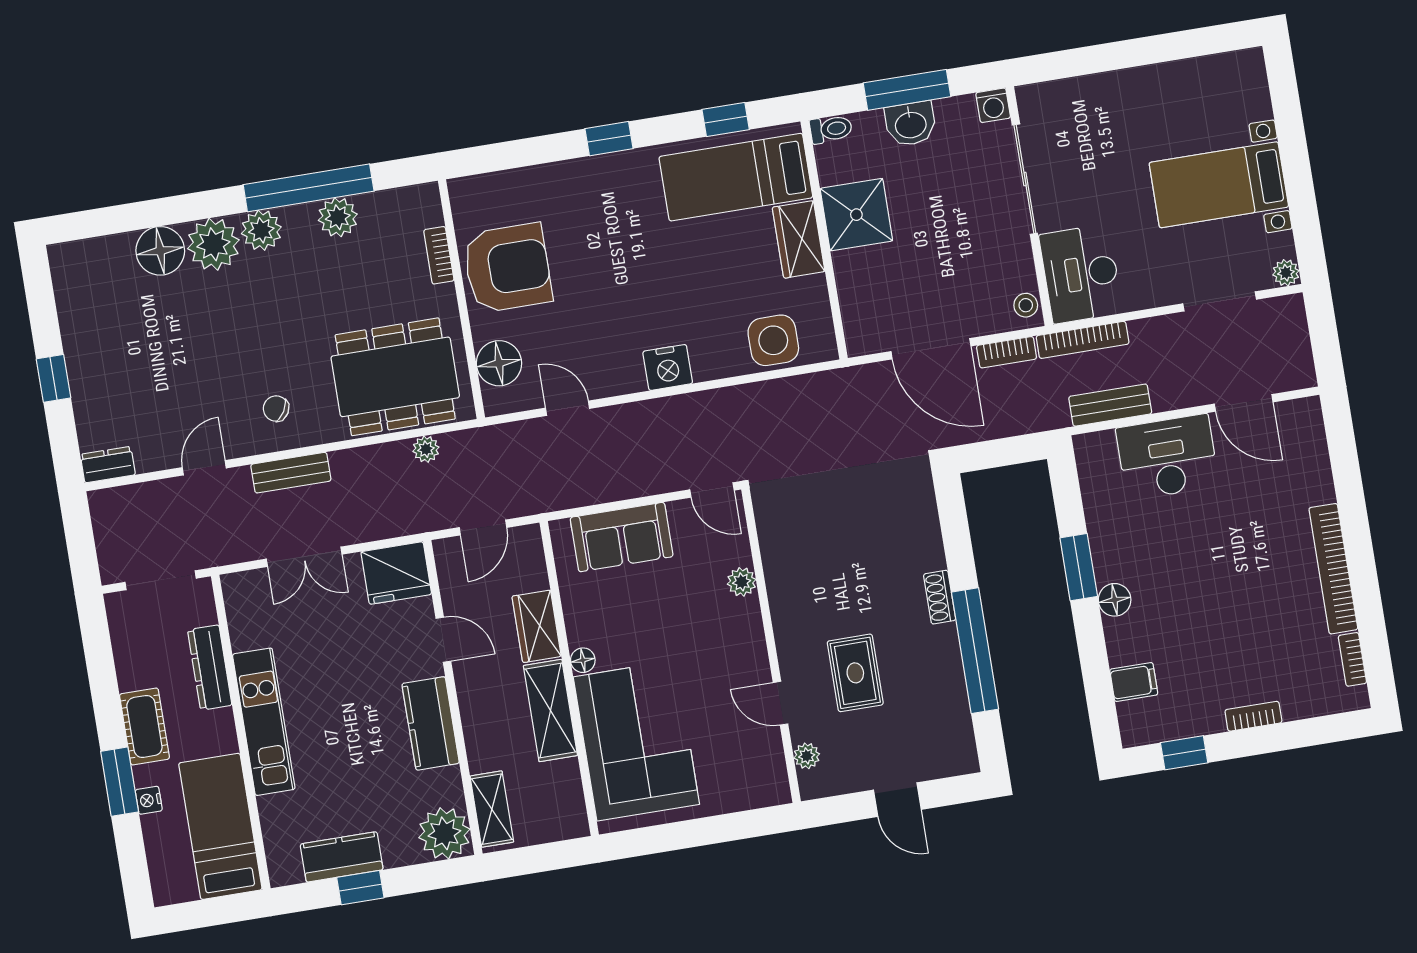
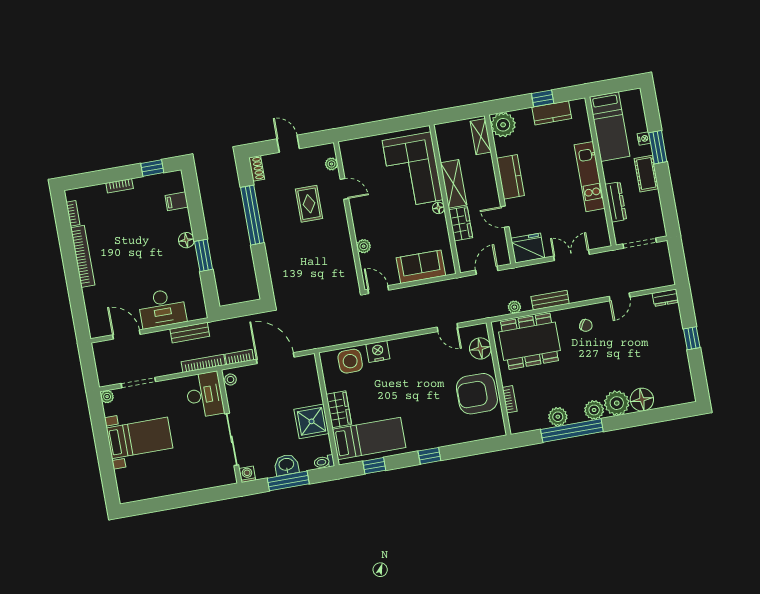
nightstand: (668, 367) -> (378, 352), moved
bench: (291, 473) -> (550, 300), moved
shoe rack: (940, 597) -> (257, 168), moved

